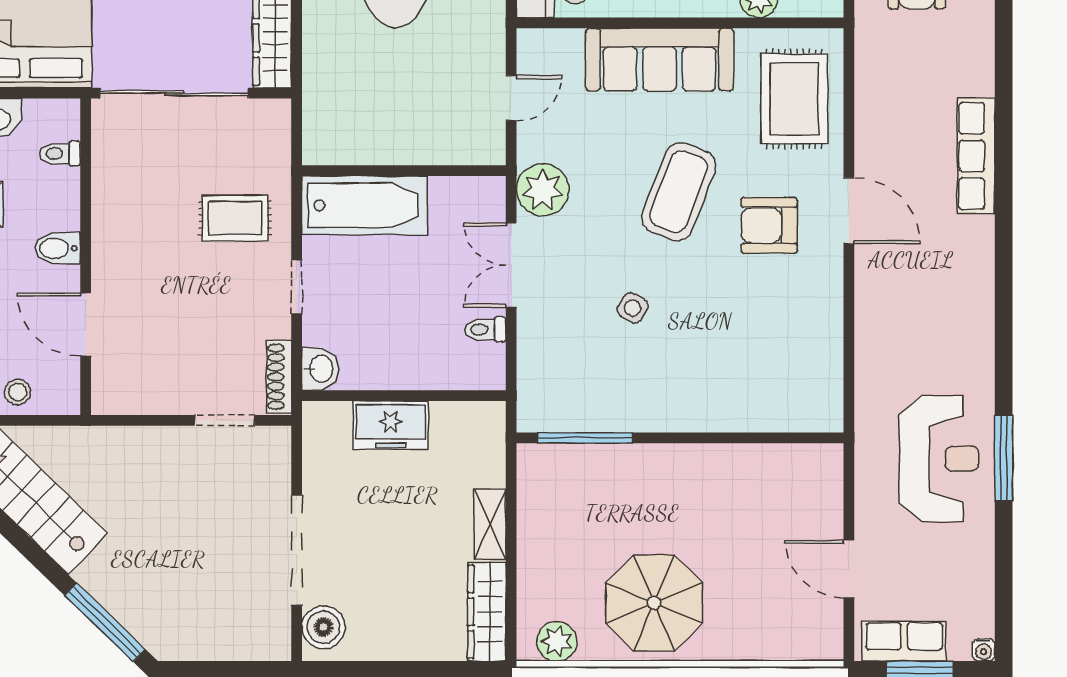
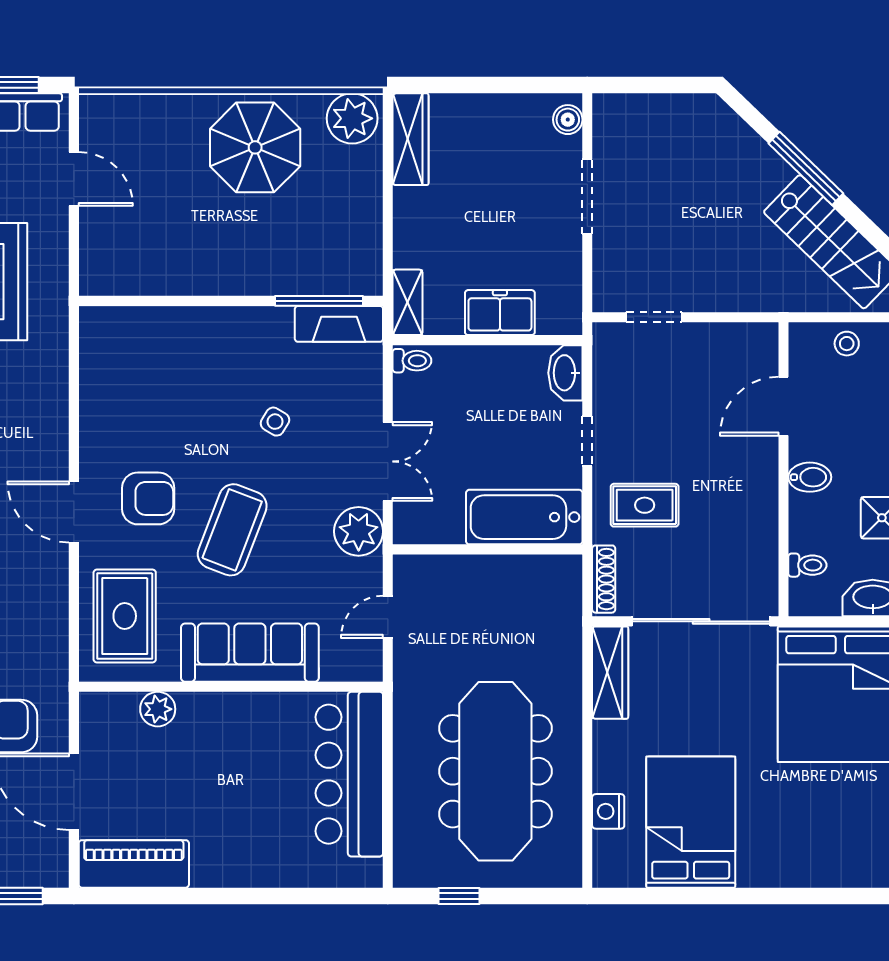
door: (86, 325) -> (784, 406), swing flipped
toilet: (485, 329) -> (412, 361), moved
washbasin: (320, 369) -> (565, 373), width x1.38
shoe rack: (279, 377) -> (604, 579), moved
fireplace: (564, 413) -> (339, 324), added
shelving: (490, 524) -> (408, 302), moved
doorway: (297, 550) -> (587, 197), width x0.73
window: (105, 622) -> (806, 168), moved
boiler: (323, 627) -> (568, 120), width x0.73, depth x0.73
plant: (557, 641) -> (352, 118), width x1.36, depth x1.36

